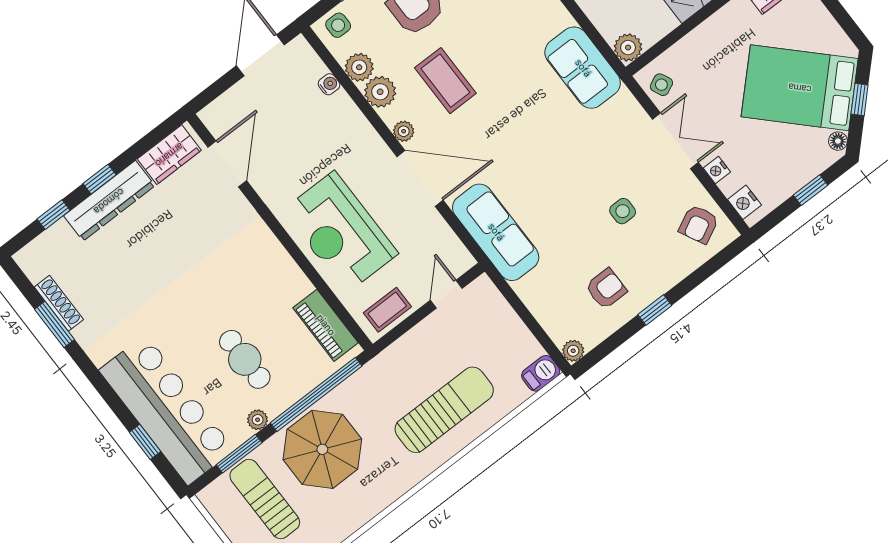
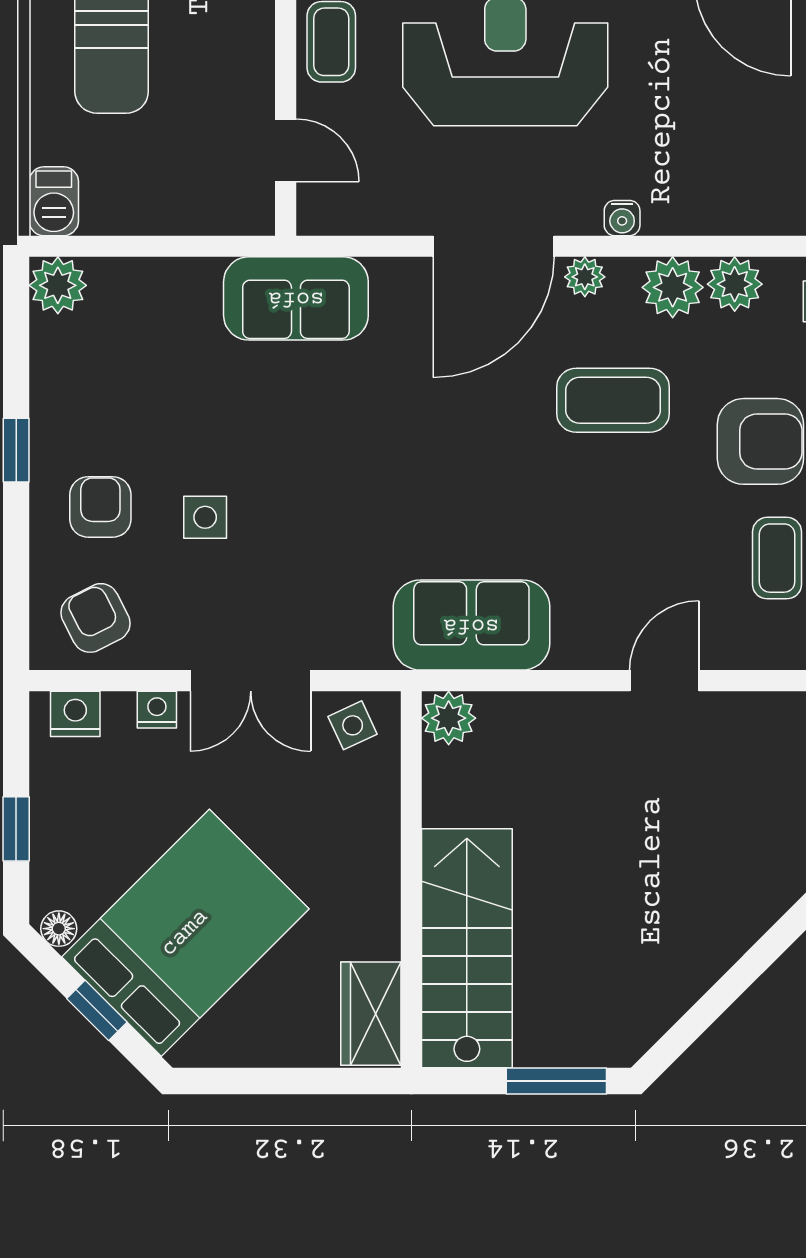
water cooler: (329, 84) -> (622, 218), moved
sofa: (496, 232) -> (296, 298), width x0.73
armchair: (606, 289) -> (100, 507), moved, turned 180
plant: (573, 351) -> (58, 285), width x1.38, depth x1.38

